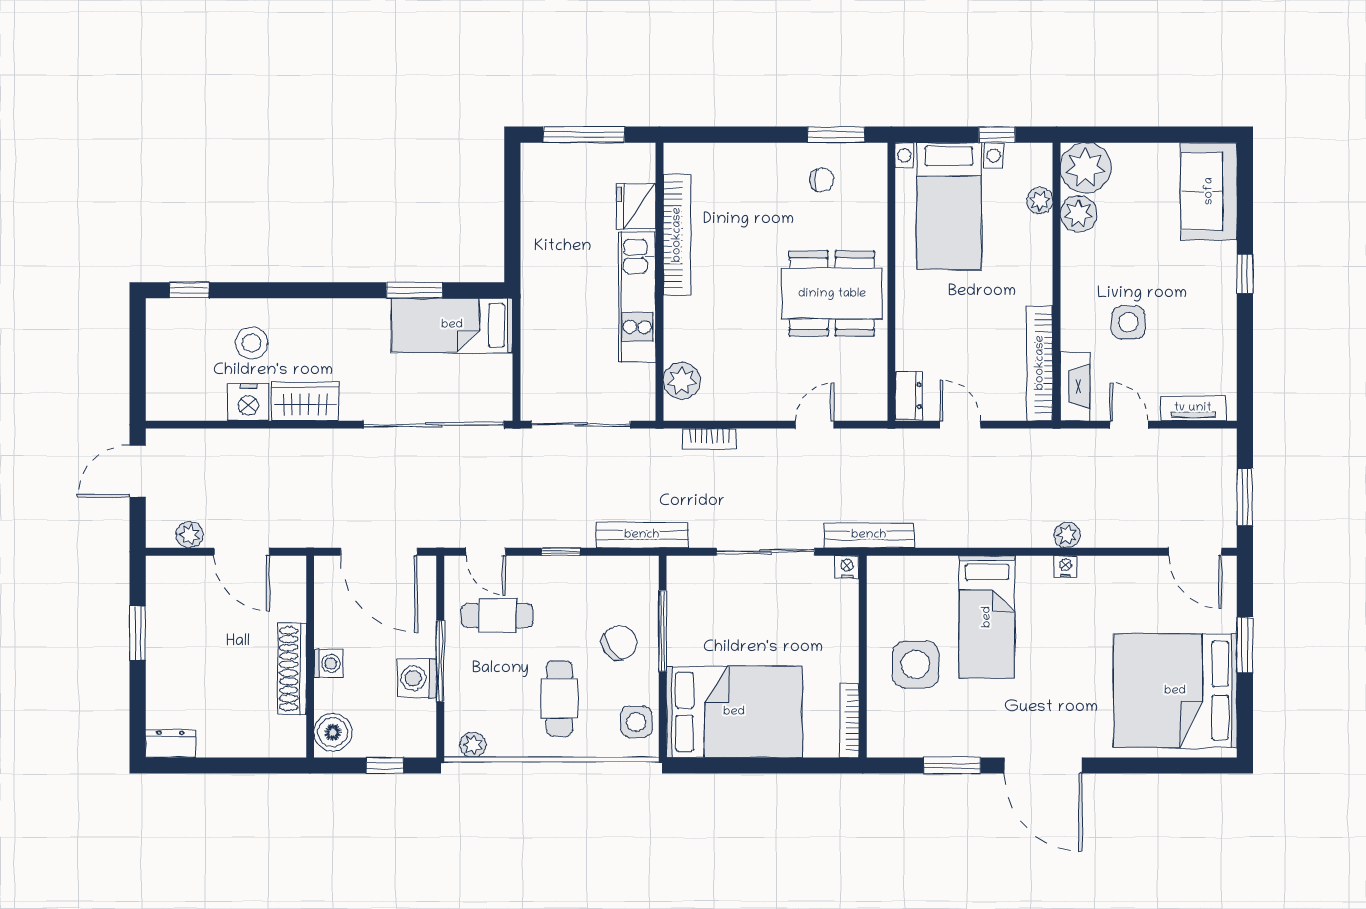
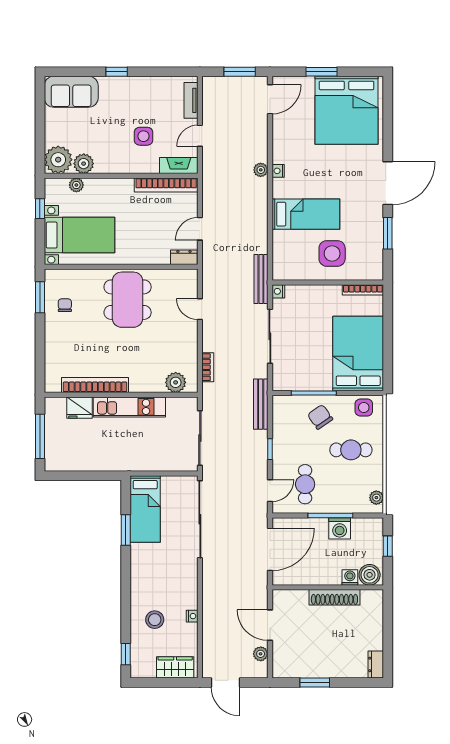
wardrobe: (305, 401) -> (175, 667), moved, turned 90
nightstand: (248, 402) -> (192, 616), width x0.53, depth x0.56
door: (242, 552) -> (270, 625), swing flipped
washing machine: (328, 663) -> (350, 577), moved

